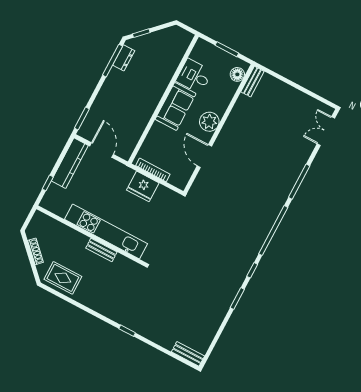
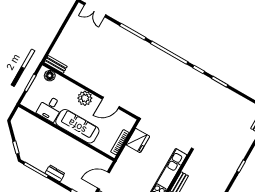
dresser: (124, 58) -> (55, 173), moved
sofa: (176, 106) -> (77, 126), width x1.36
fridge: (143, 186) -> (138, 140), moved

